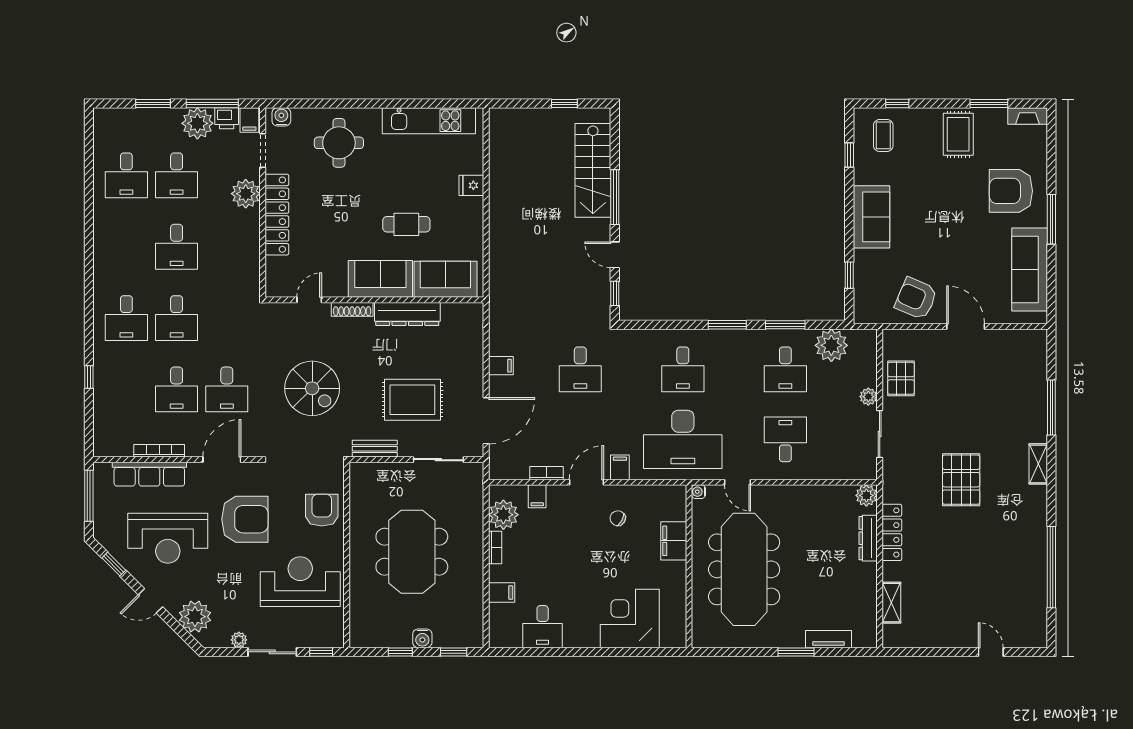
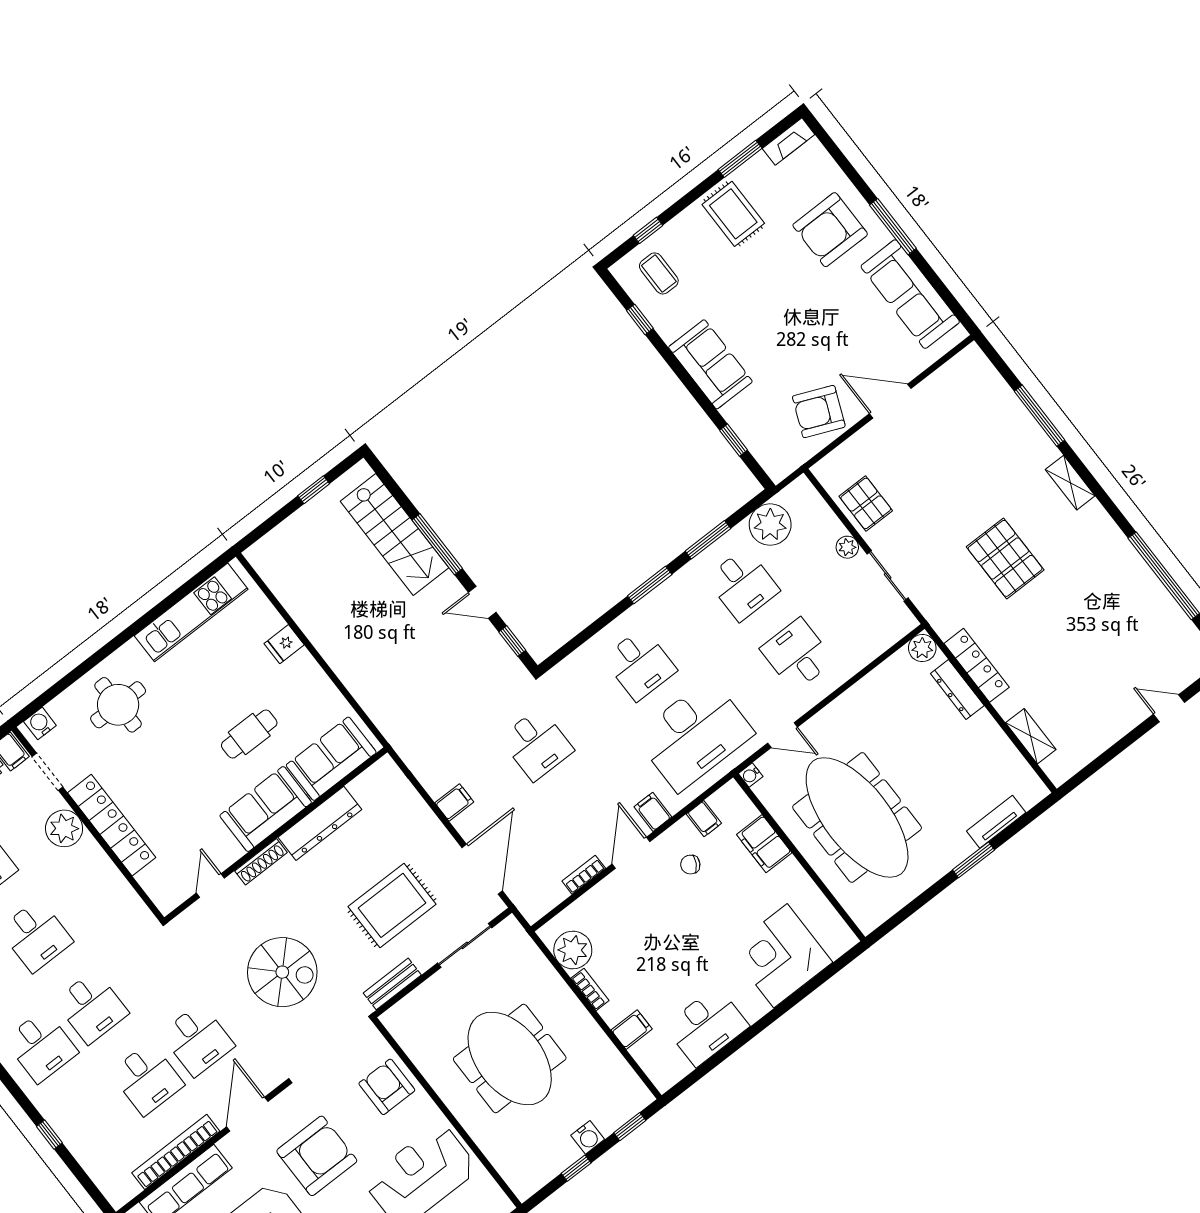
bookcase: (159, 451) -> (176, 1152), width x1.48, depth x1.31
filing cabinet: (537, 496) -> (704, 819), moved
desk: (543, 627) -> (707, 1026), width x1.37

